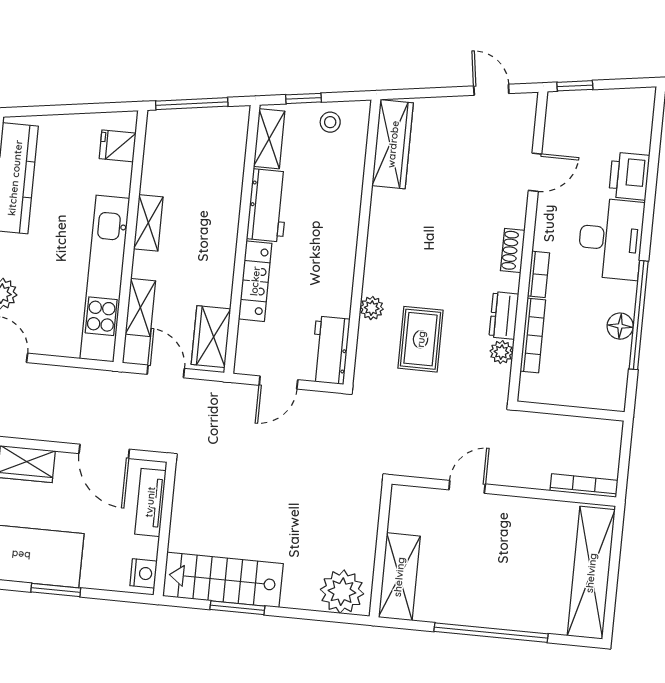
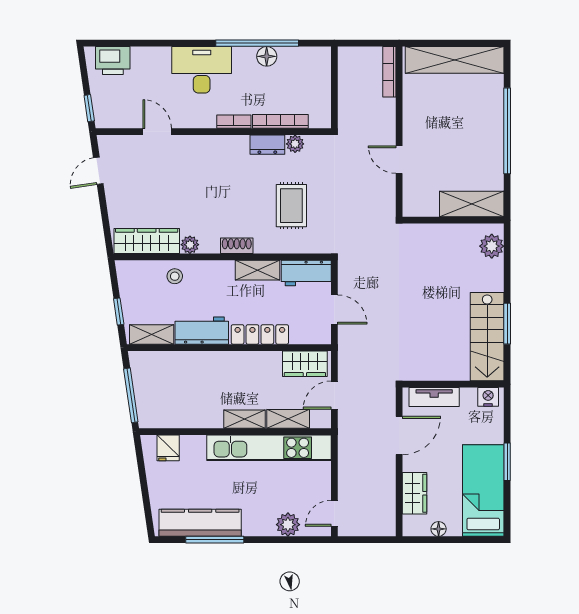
stool: (330, 122) -> (175, 276), moved
printer: (629, 176) -> (113, 61), moved
shelving: (148, 223) -> (245, 419), moved
shoe rack: (513, 251) -> (237, 246), moved, turned 180
shelving: (340, 286) -> (258, 270), added
plant: (372, 308) -> (190, 245), moved
rug: (421, 339) -> (291, 206), turned 90
plant: (342, 592) -> (492, 246), width x0.73, depth x0.73

